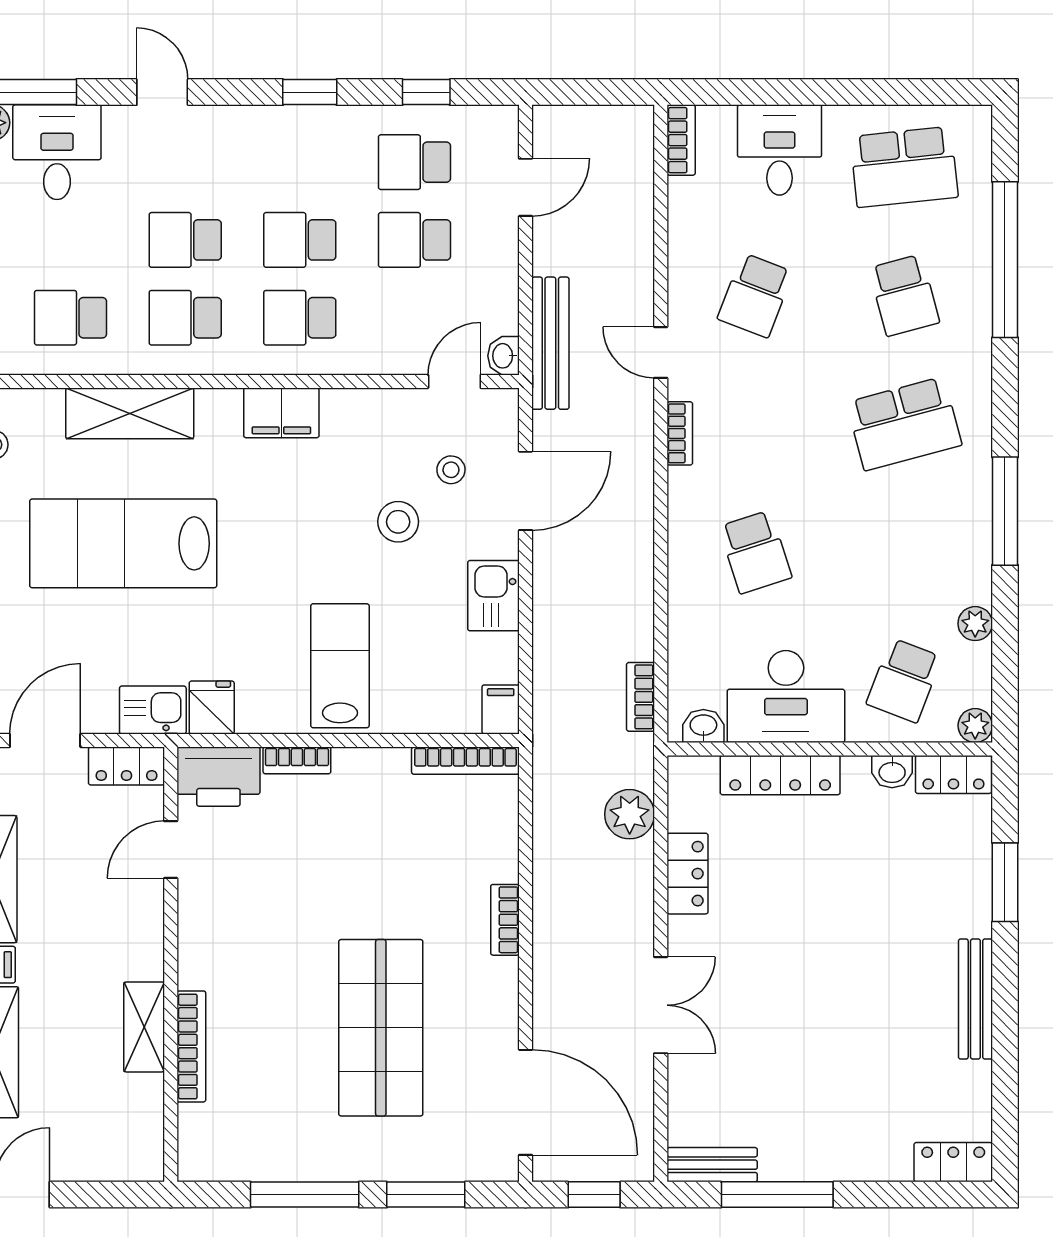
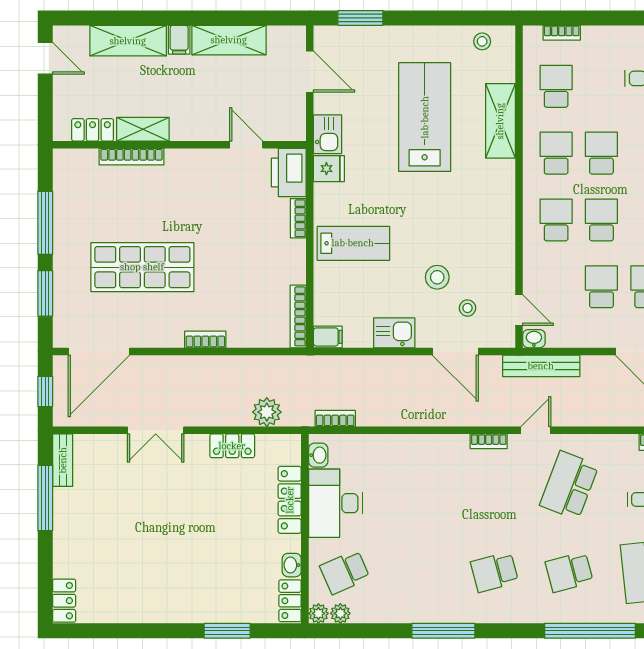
school desk: (755, 295) -> (569, 485), width x1.85
filing cabinet: (281, 413) -> (501, 209), removed
school desk: (904, 424) -> (494, 572), width x0.54
school desk: (755, 552) -> (420, 485), removed
plant: (975, 624) -> (340, 613), moved
school desk: (904, 680) -> (345, 572), turned -45
locker: (126, 766) -> (93, 130), moved, turned 90
bench: (975, 999) -> (159, 614), removed

